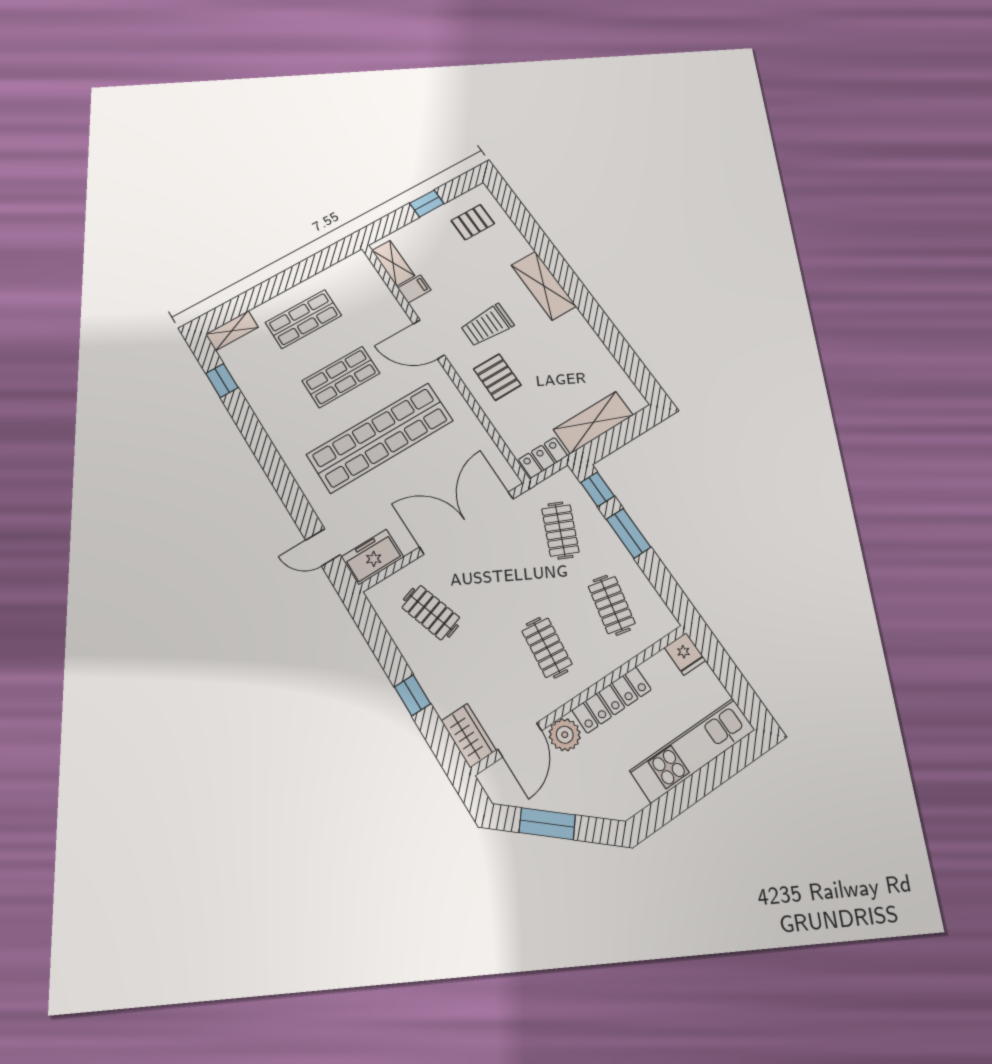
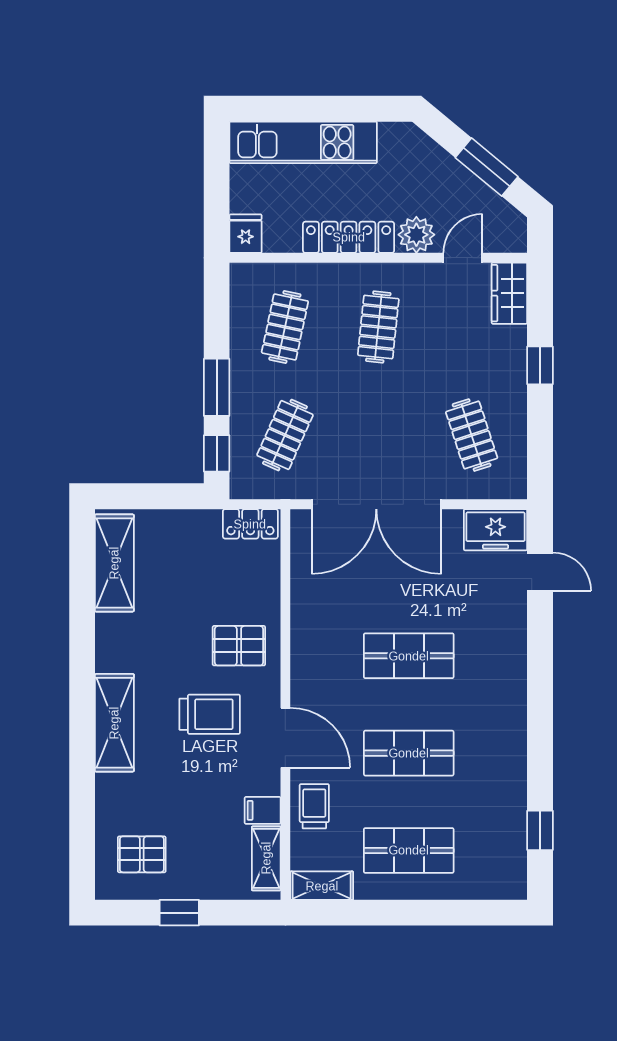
trolley: (383, 310) -> (314, 806), added
shelving: (232, 331) -> (322, 886), moved
pallet: (497, 377) -> (239, 646), turned 90
shelving: (593, 422) -> (114, 563), moved, turned 90
shop shelf: (380, 437) -> (409, 656), width x0.50, depth x0.74
door: (520, 740) -> (463, 258), width x0.73

